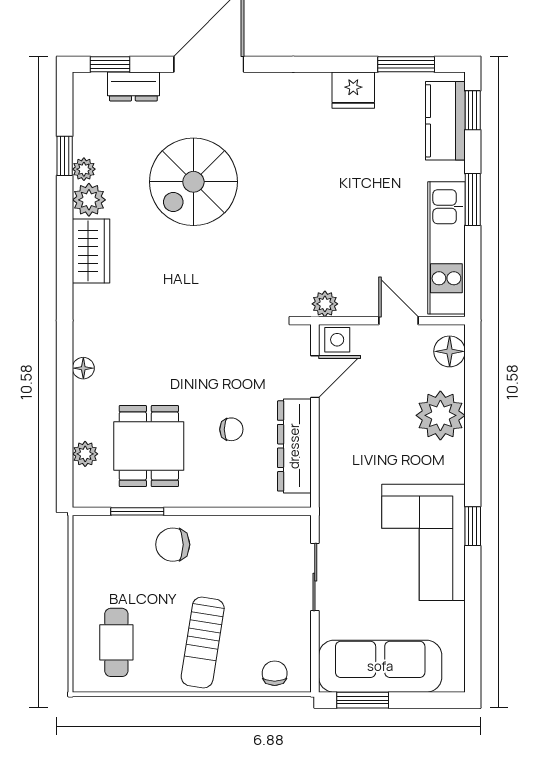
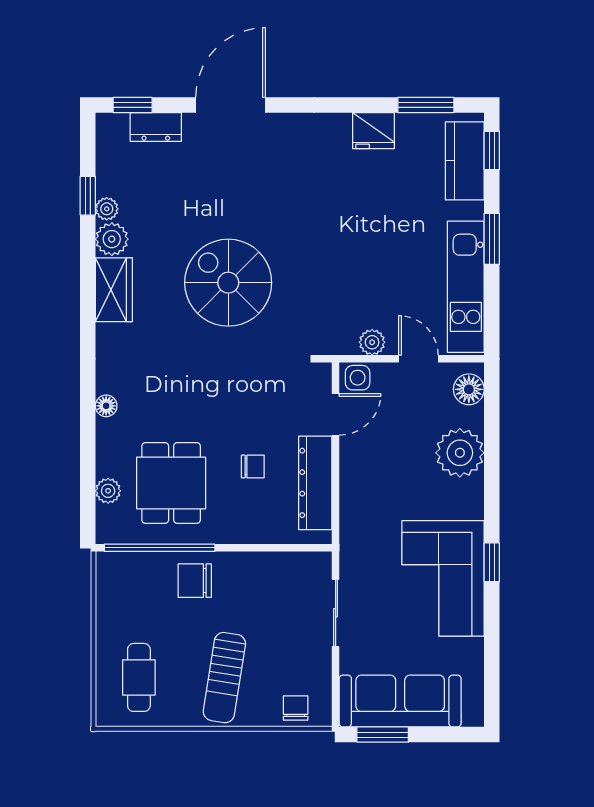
spiral stairs: (193, 182) -> (228, 283), moved, turned 90
plant: (325, 304) -> (372, 342), moved
window: (137, 511) -> (160, 548), width x2.11

